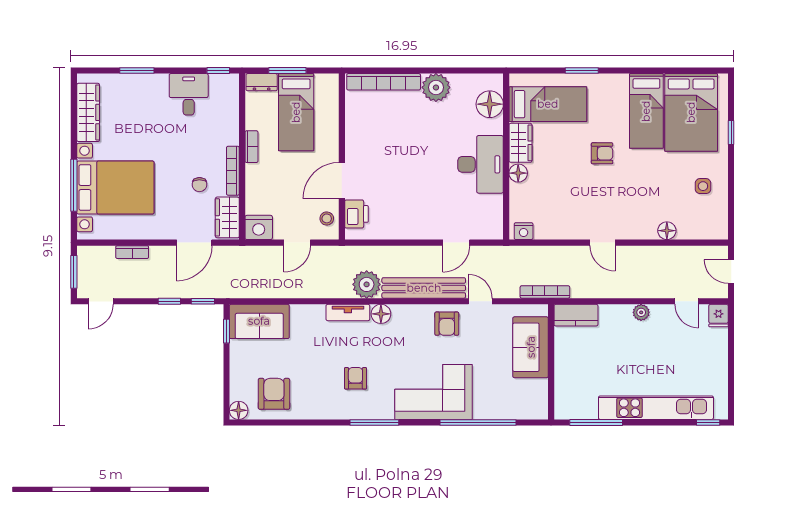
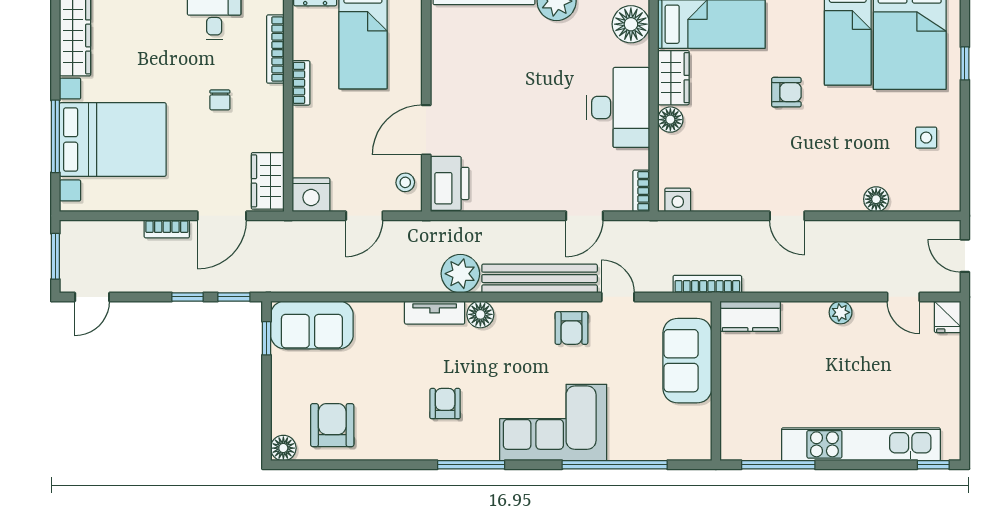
bookcase: (233, 171) -> (275, 49), moved
chair: (199, 185) -> (220, 100), moved
printer: (356, 214) -> (450, 183), width x1.37, depth x1.19
bookcase: (497, 225) -> (641, 191), added
bookcase: (132, 252) -> (167, 229), moved

